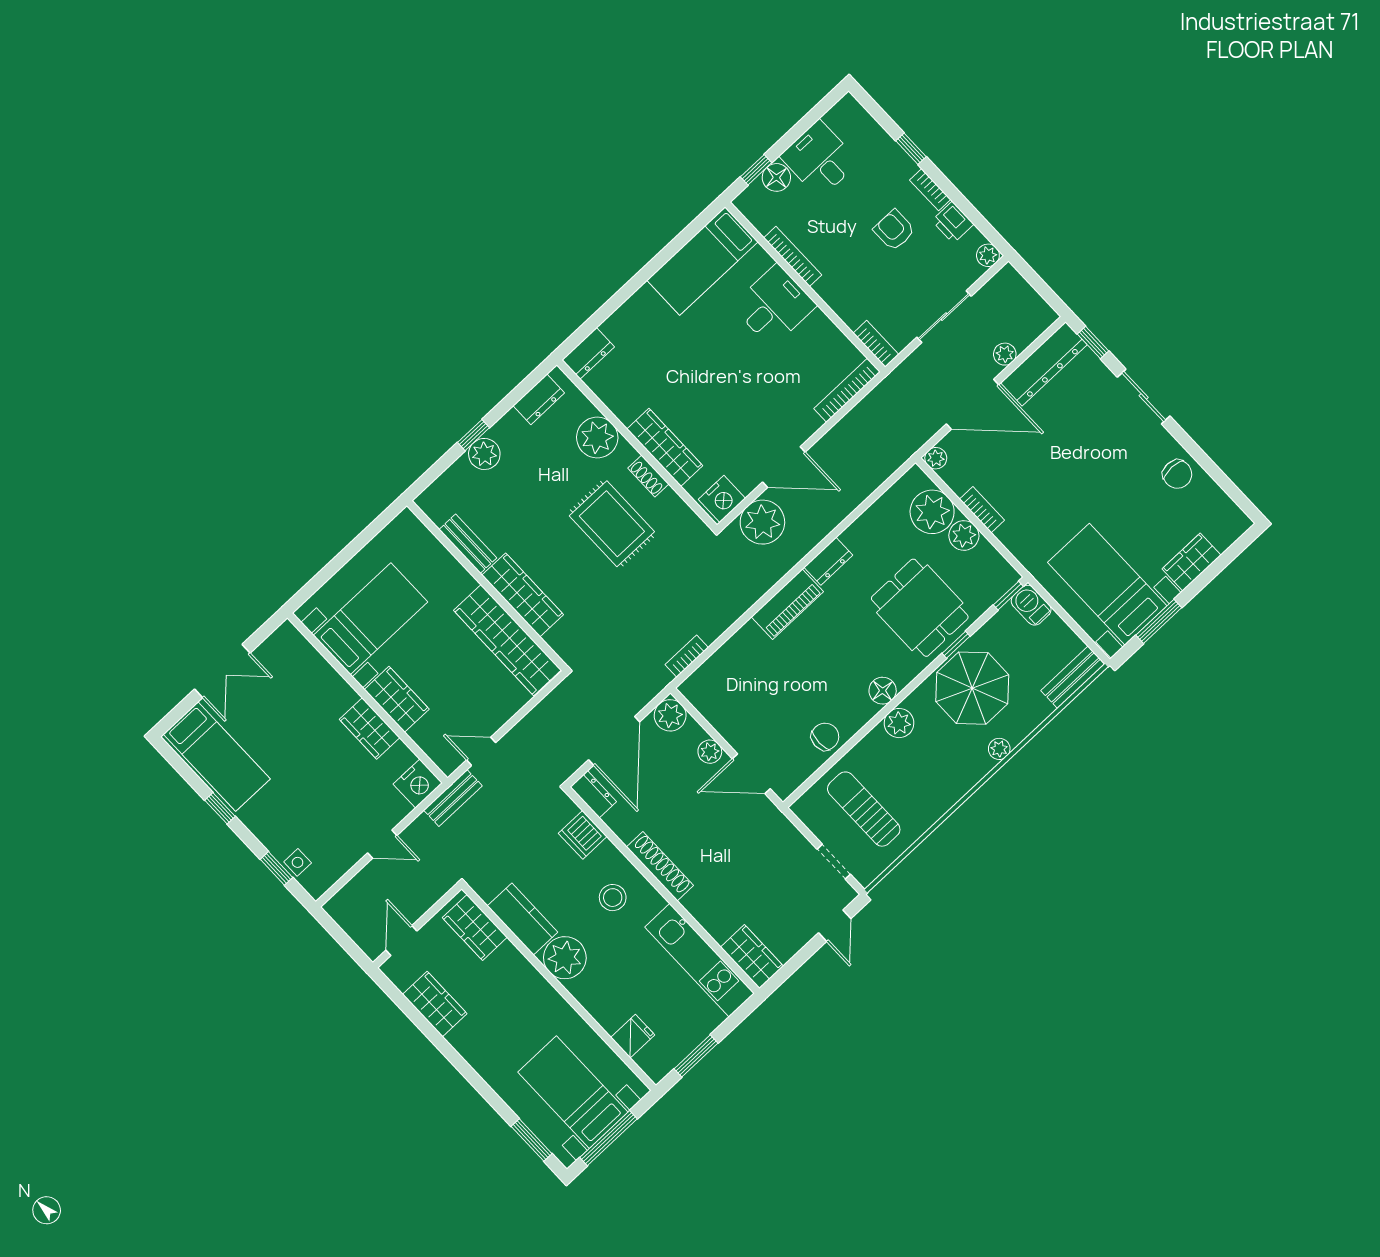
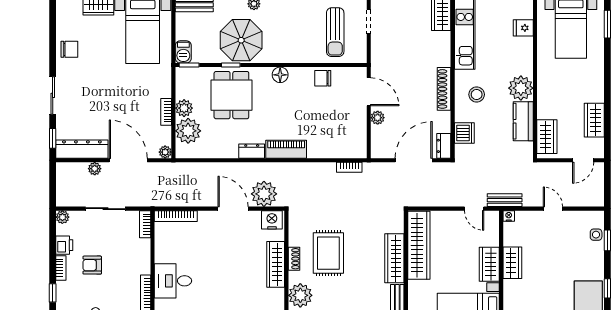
armchair: (894, 230) -> (92, 265), turned 90
chair: (1177, 474) -> (69, 49), turned 90
plant: (670, 715) -> (380, 149), removed
plant: (899, 723) -> (286, 55), removed
nightstand: (418, 783) -> (509, 216), width x0.53, depth x0.56

